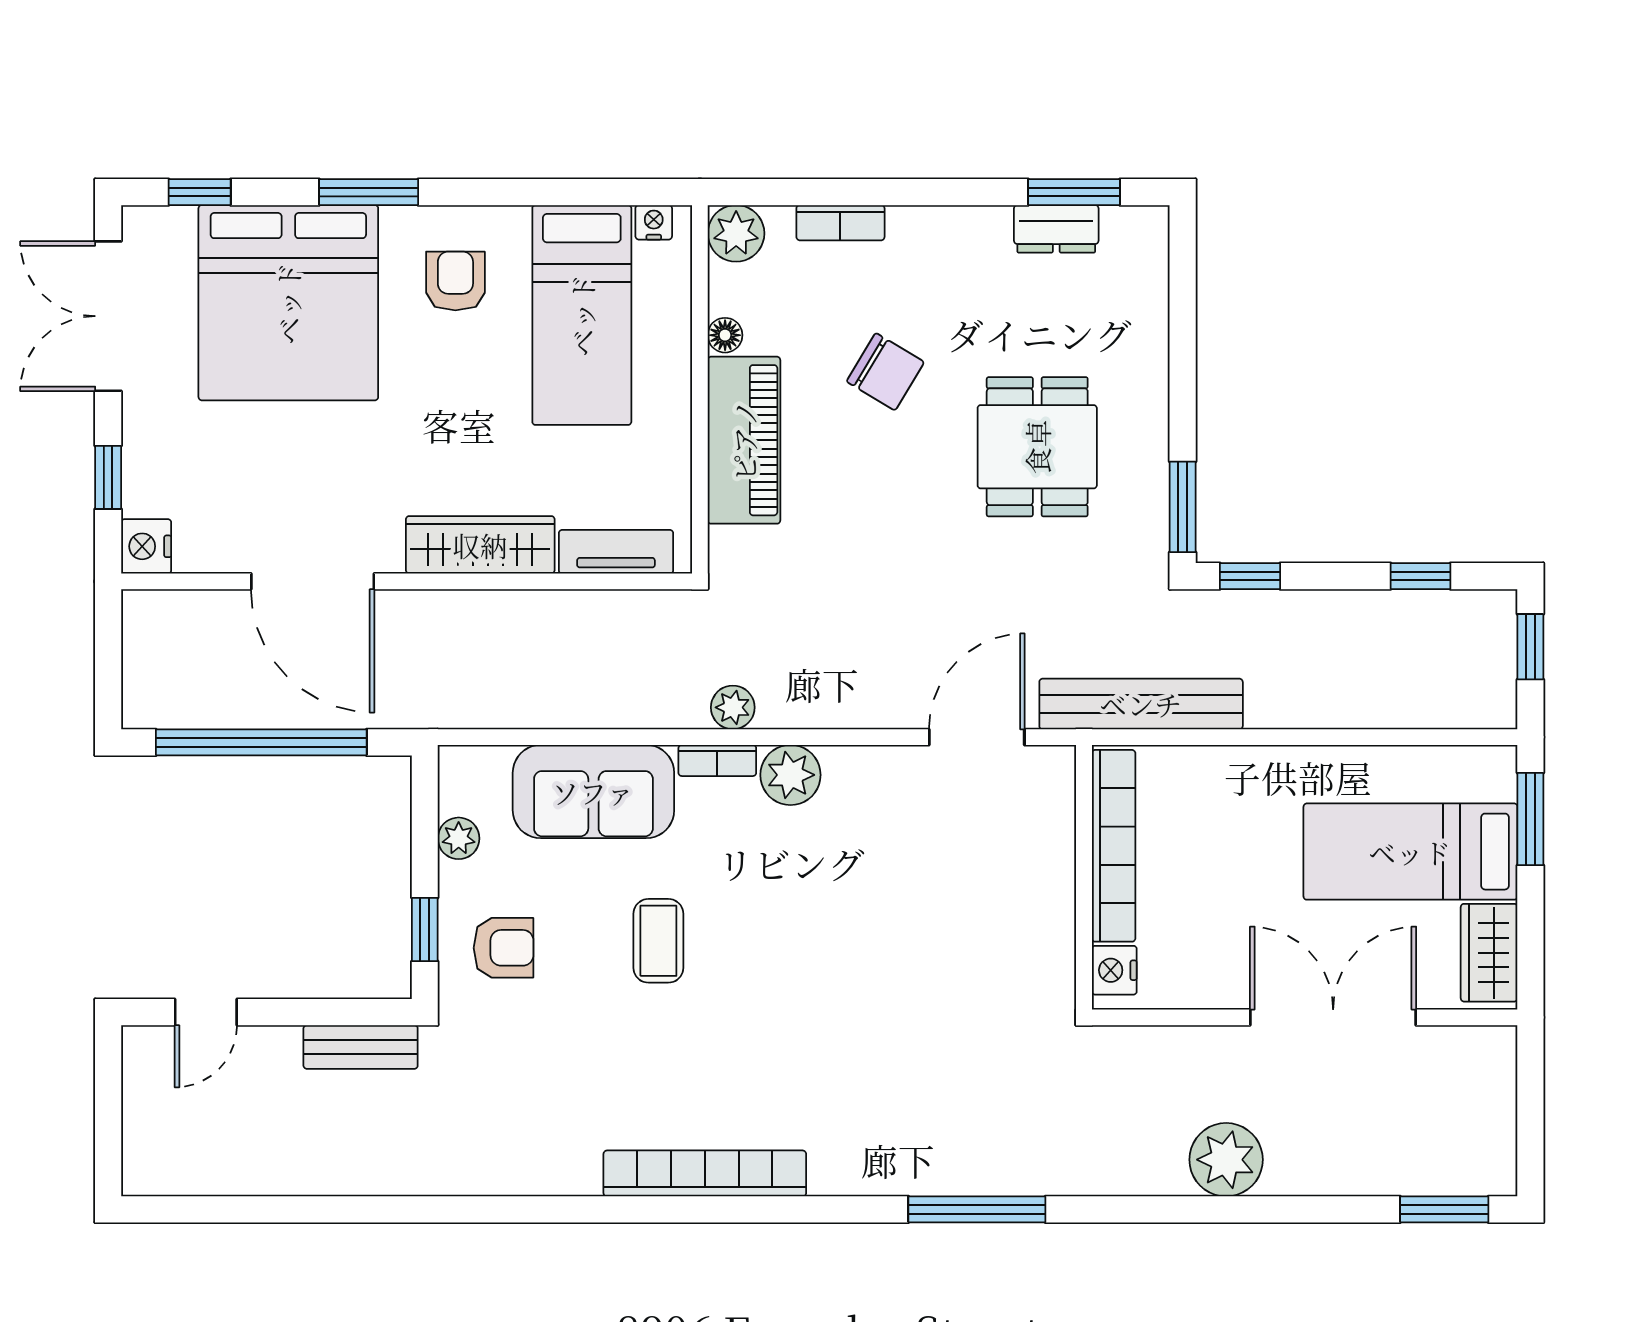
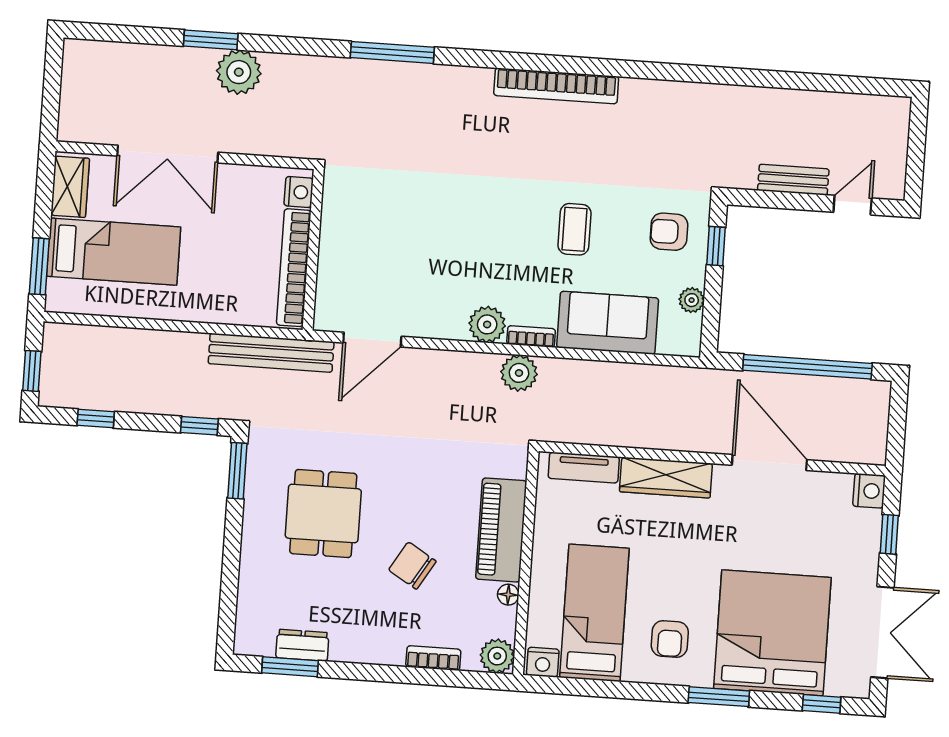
nightstand: (654, 222) -> (543, 662), width x1.39, depth x1.35
plant: (733, 707) -> (519, 373), width x1.38, depth x1.38
bench: (361, 1047) -> (793, 180), moved
window: (1444, 1209) -> (211, 40), moved

